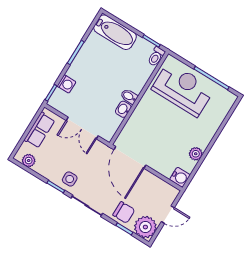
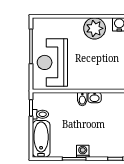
toilet: (156, 57) -> (40, 114), moved
washing machine: (66, 84) -> (83, 151), moved
plant: (196, 154) -> (95, 28), width x1.88, depth x1.88

